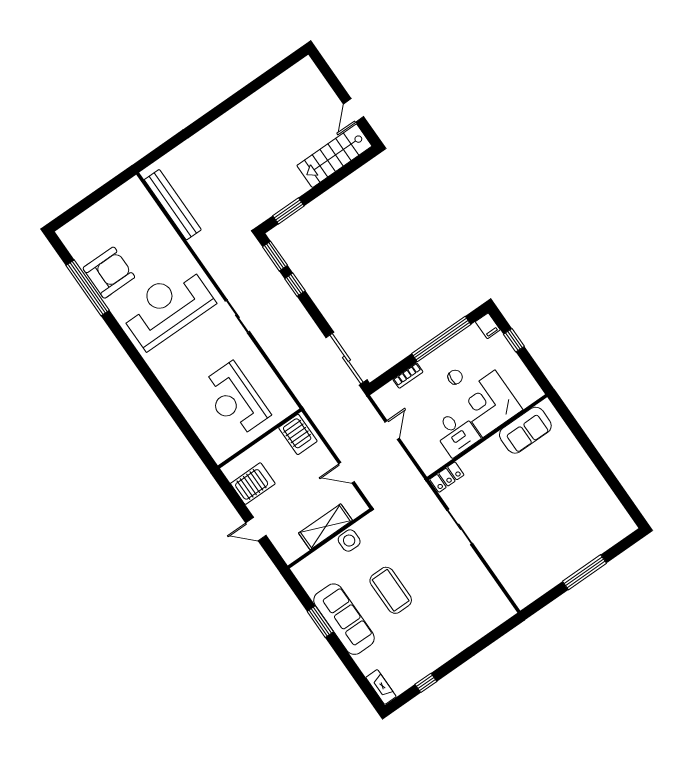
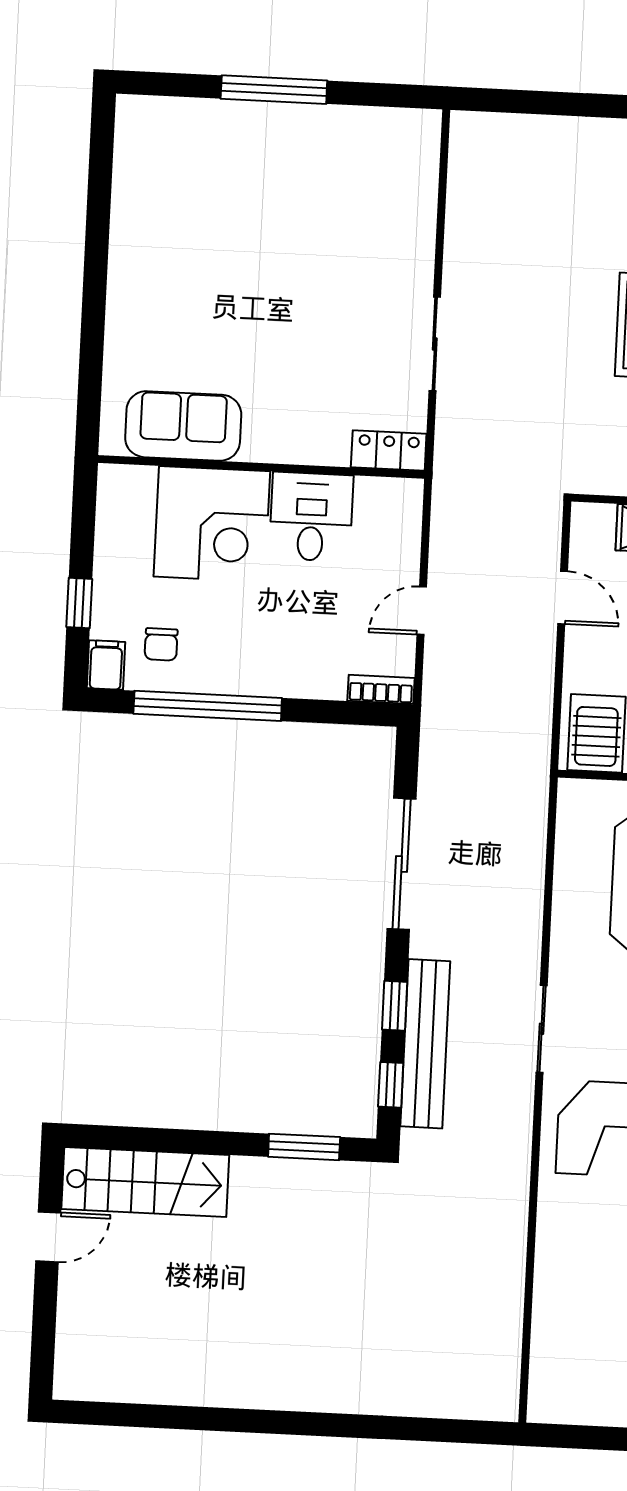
bench: (173, 205) -> (425, 1044), moved
window: (275, 256) -> (391, 1085), width x0.67
sliding door: (346, 359) -> (402, 864), moved
bookcase: (408, 376) -> (381, 689), moved
chair: (455, 377) -> (161, 644), moved, turned -93

